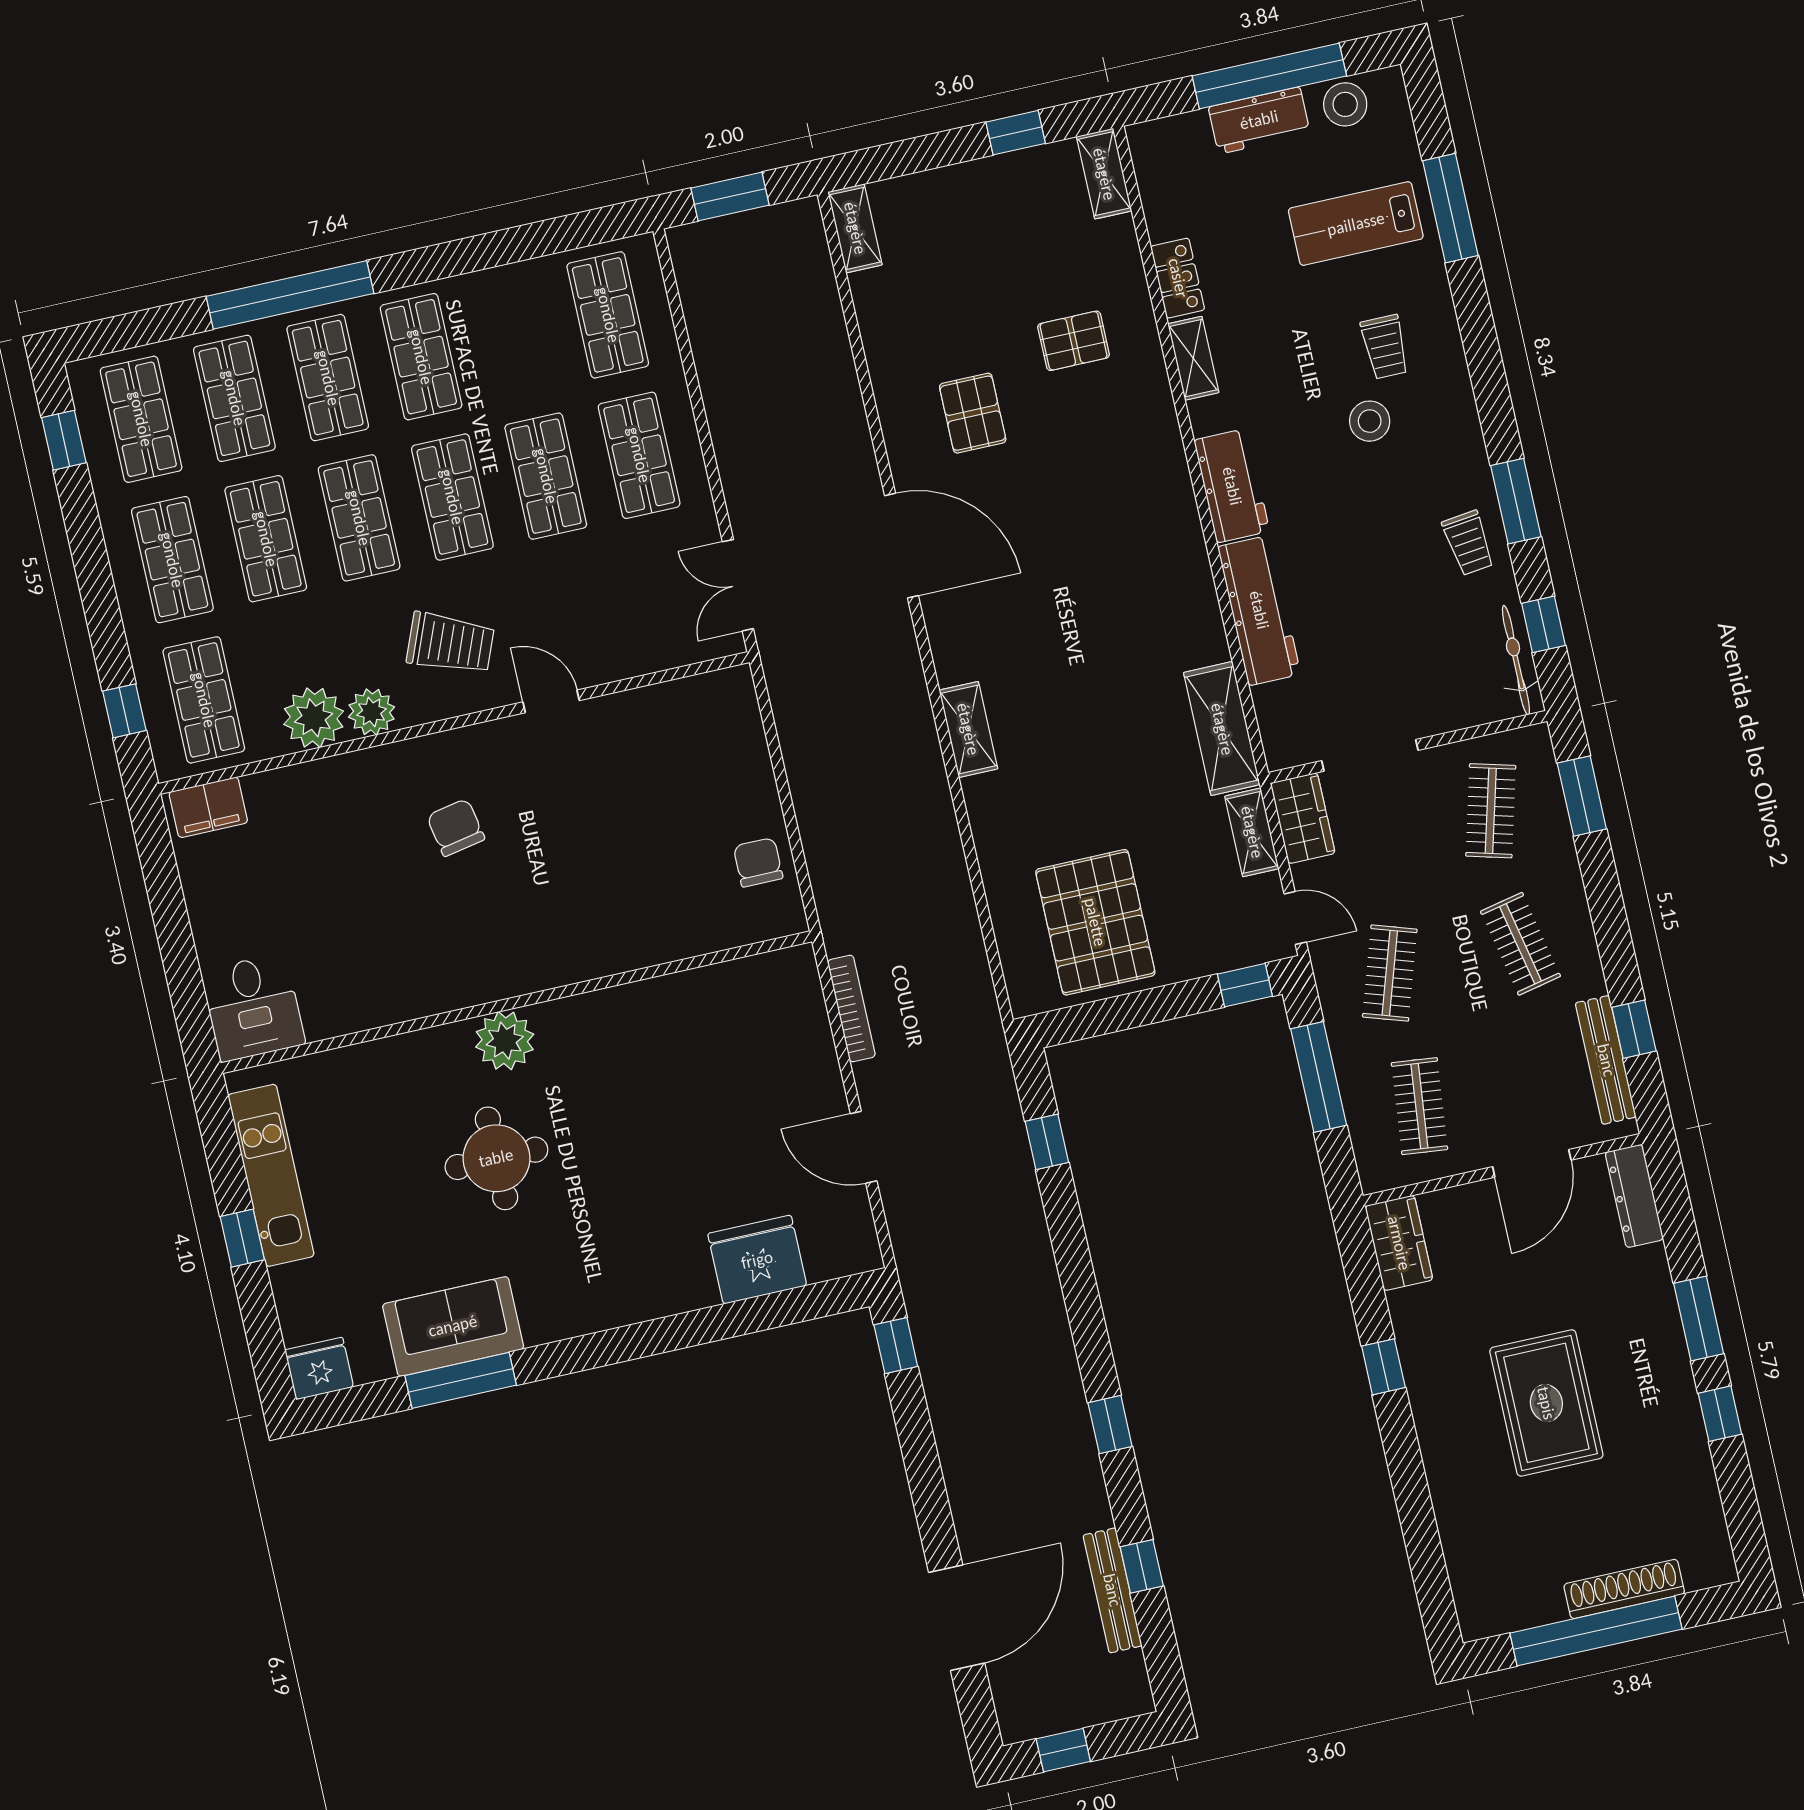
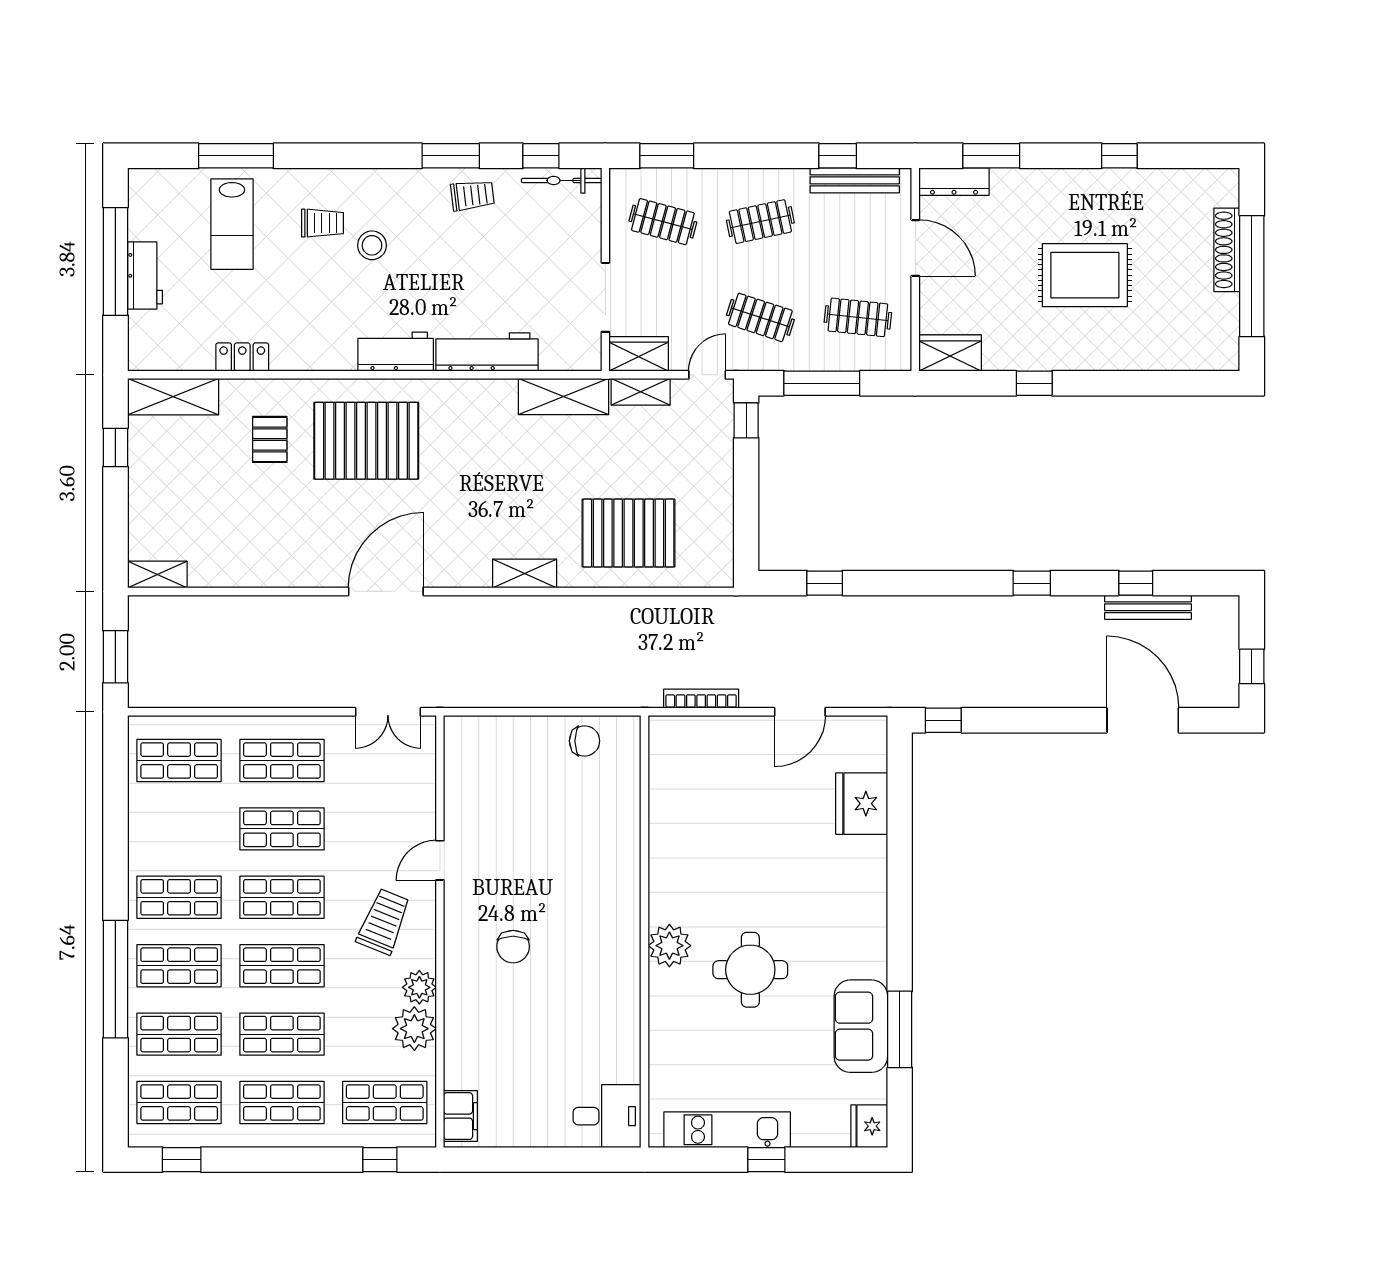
stool: (1345, 104) -> (147, 213), removed
shelving: (1104, 174) -> (173, 397), width x1.50, depth x1.33
shelving: (1193, 358) -> (301, 359), removed
pallet: (973, 413) -> (366, 441), moved, width x2.05, depth x2.00
chair: (456, 827) -> (513, 947), turned -79
chair: (758, 862) -> (585, 741), turned 180
pallet: (1095, 922) -> (628, 533), moved
window: (1699, 1319) -> (991, 156), moved

